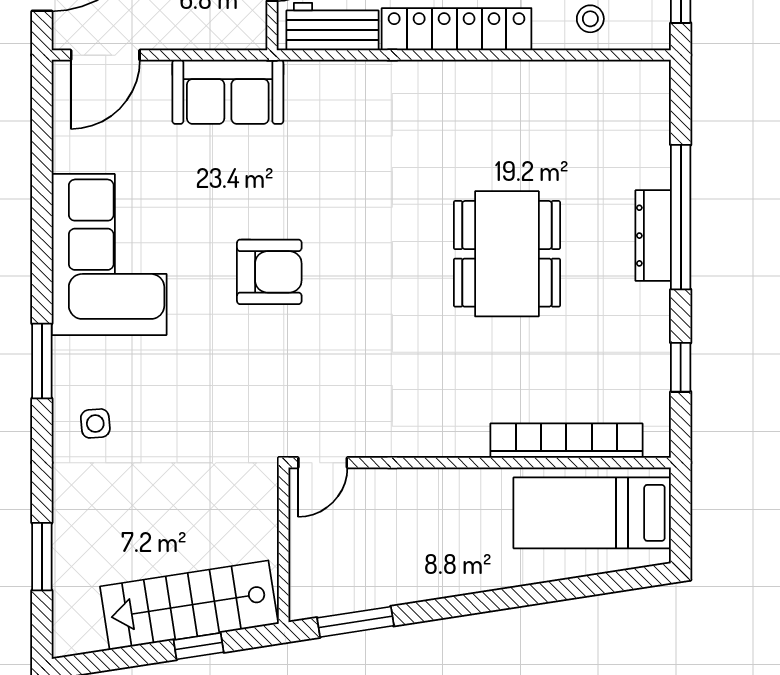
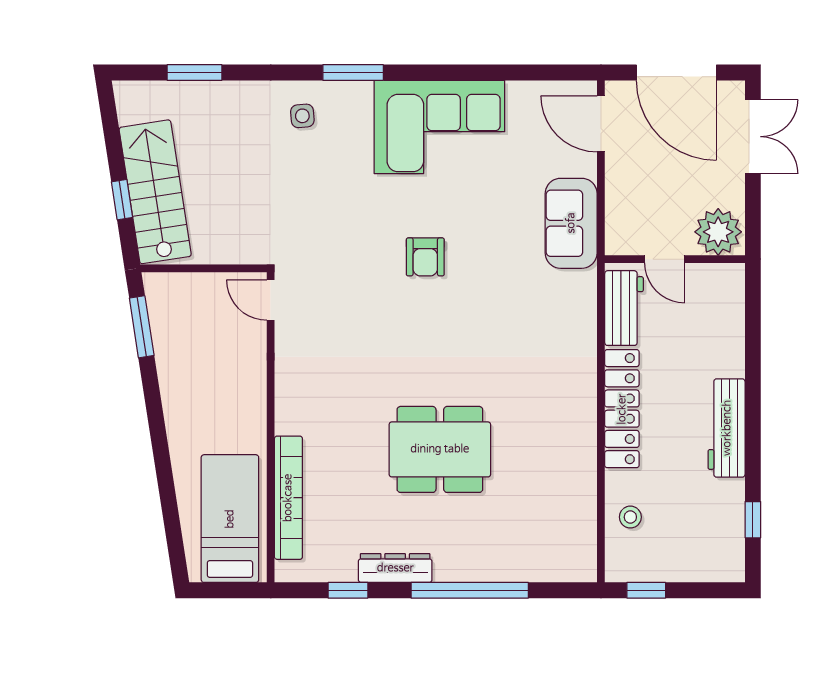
dresser: (653, 236) -> (395, 568), moved
armchair: (269, 272) -> (425, 257), width x0.72, depth x0.72

